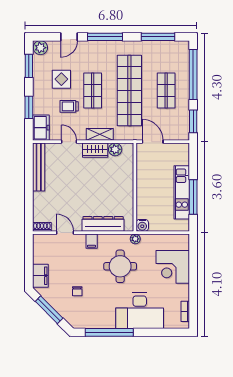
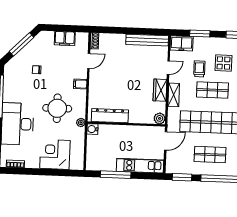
plant: (115, 149) -> (160, 118), moved
kitchen unit: (182, 192) -> (140, 166), moved
dresser: (103, 224) -> (110, 116), moved, turned -90
filing cabinet: (40, 276) -> (65, 38), moved

